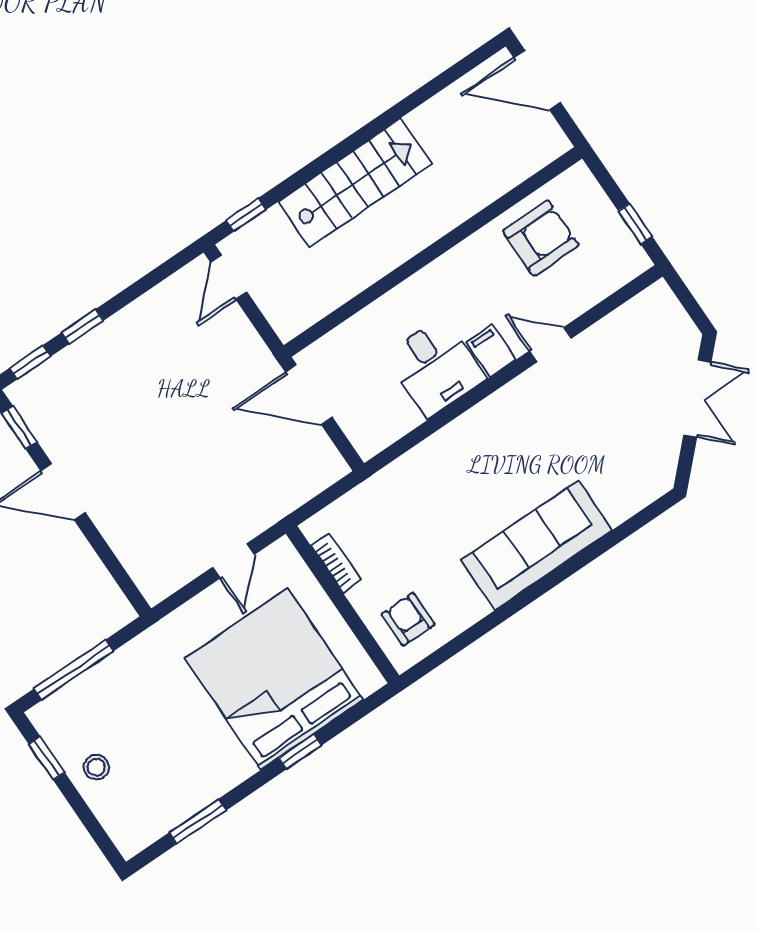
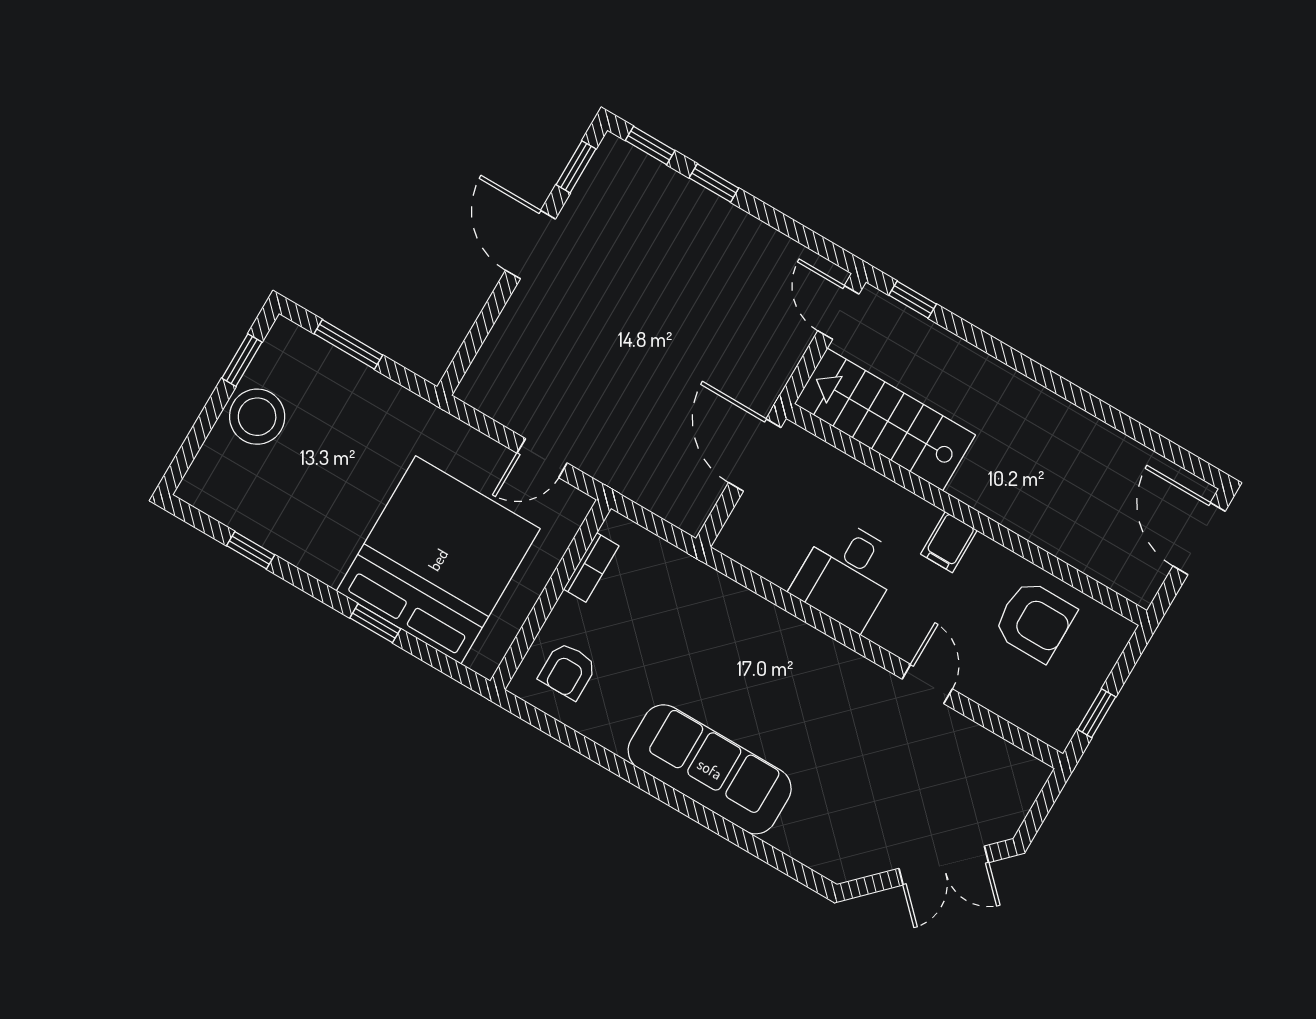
stairs: (355, 183) -> (885, 419), moved, turned 180
door: (229, 277) -> (838, 312), hinge flipped
filing cabinet: (491, 351) -> (949, 542), moved, turned 180
armchair: (408, 619) -> (568, 671), turned 180
window: (74, 670) -> (348, 344), width x0.69
stool: (96, 767) -> (257, 417), width x1.89, depth x1.89
window: (198, 821) -> (251, 550), width x0.67

